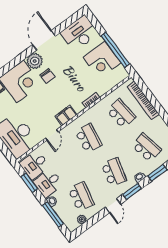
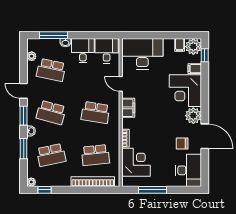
window: (115, 50) -> (153, 190), width x0.68
corner desk: (102, 60) -> (136, 162), moved, turned 90
chair: (48, 76) -> (182, 143), moved
window: (29, 183) -> (95, 35), removed

